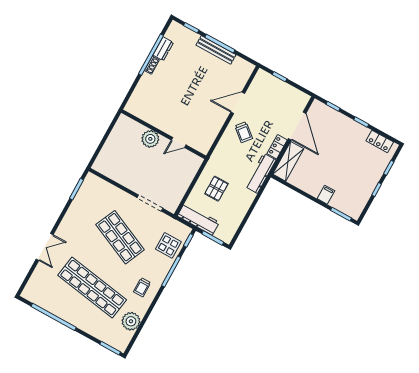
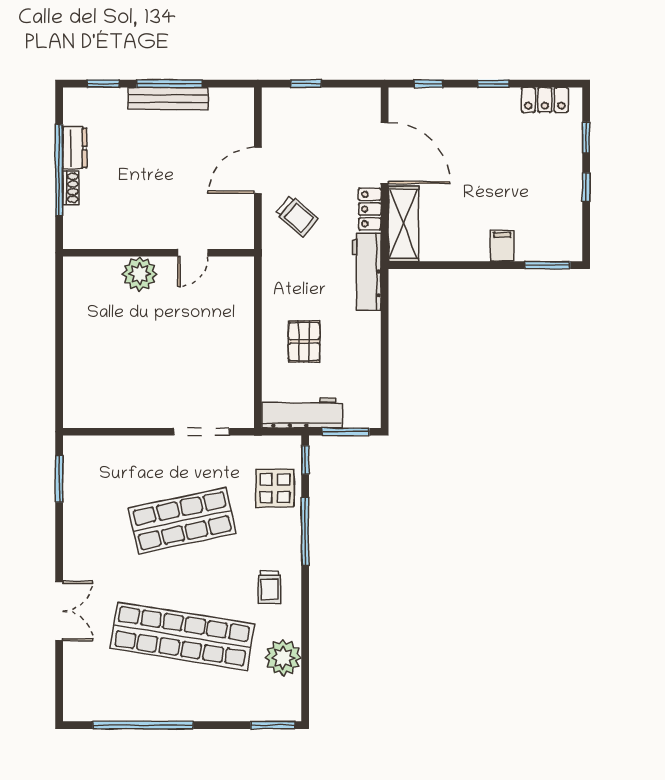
wall: (164, 134) -> (159, 253), moved
plant: (150, 139) -> (140, 274), moved
door: (179, 142) -> (193, 253), moved
shop shelf: (120, 237) -> (182, 521), turned -36

